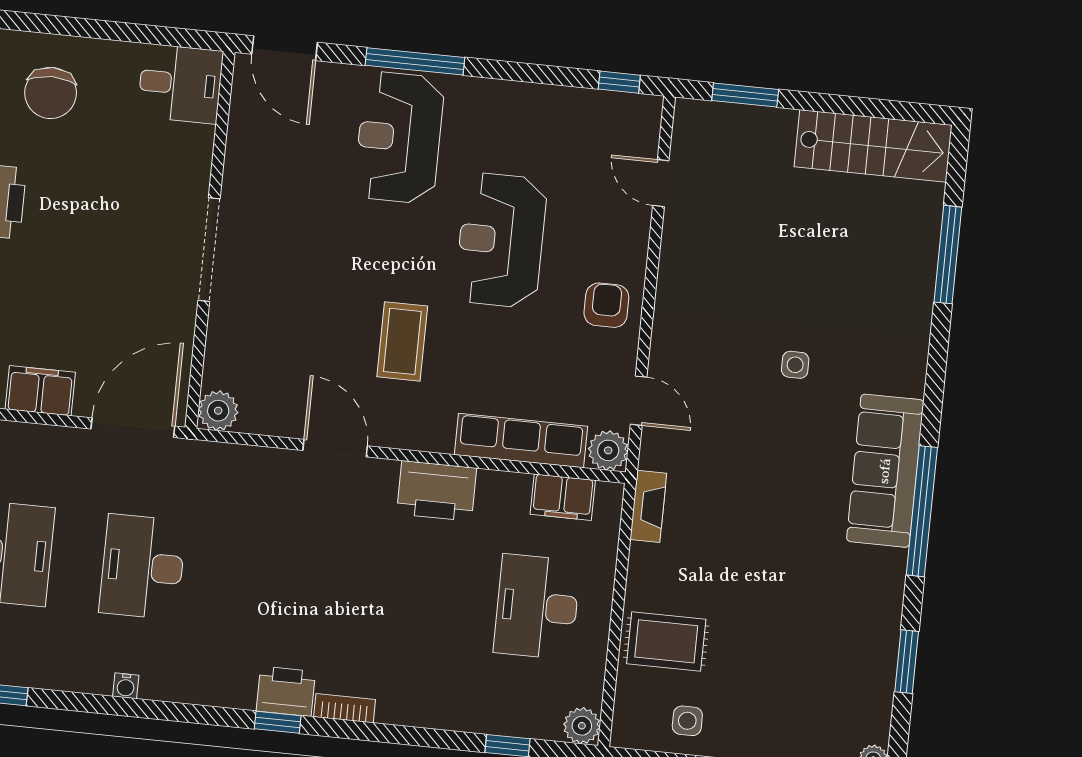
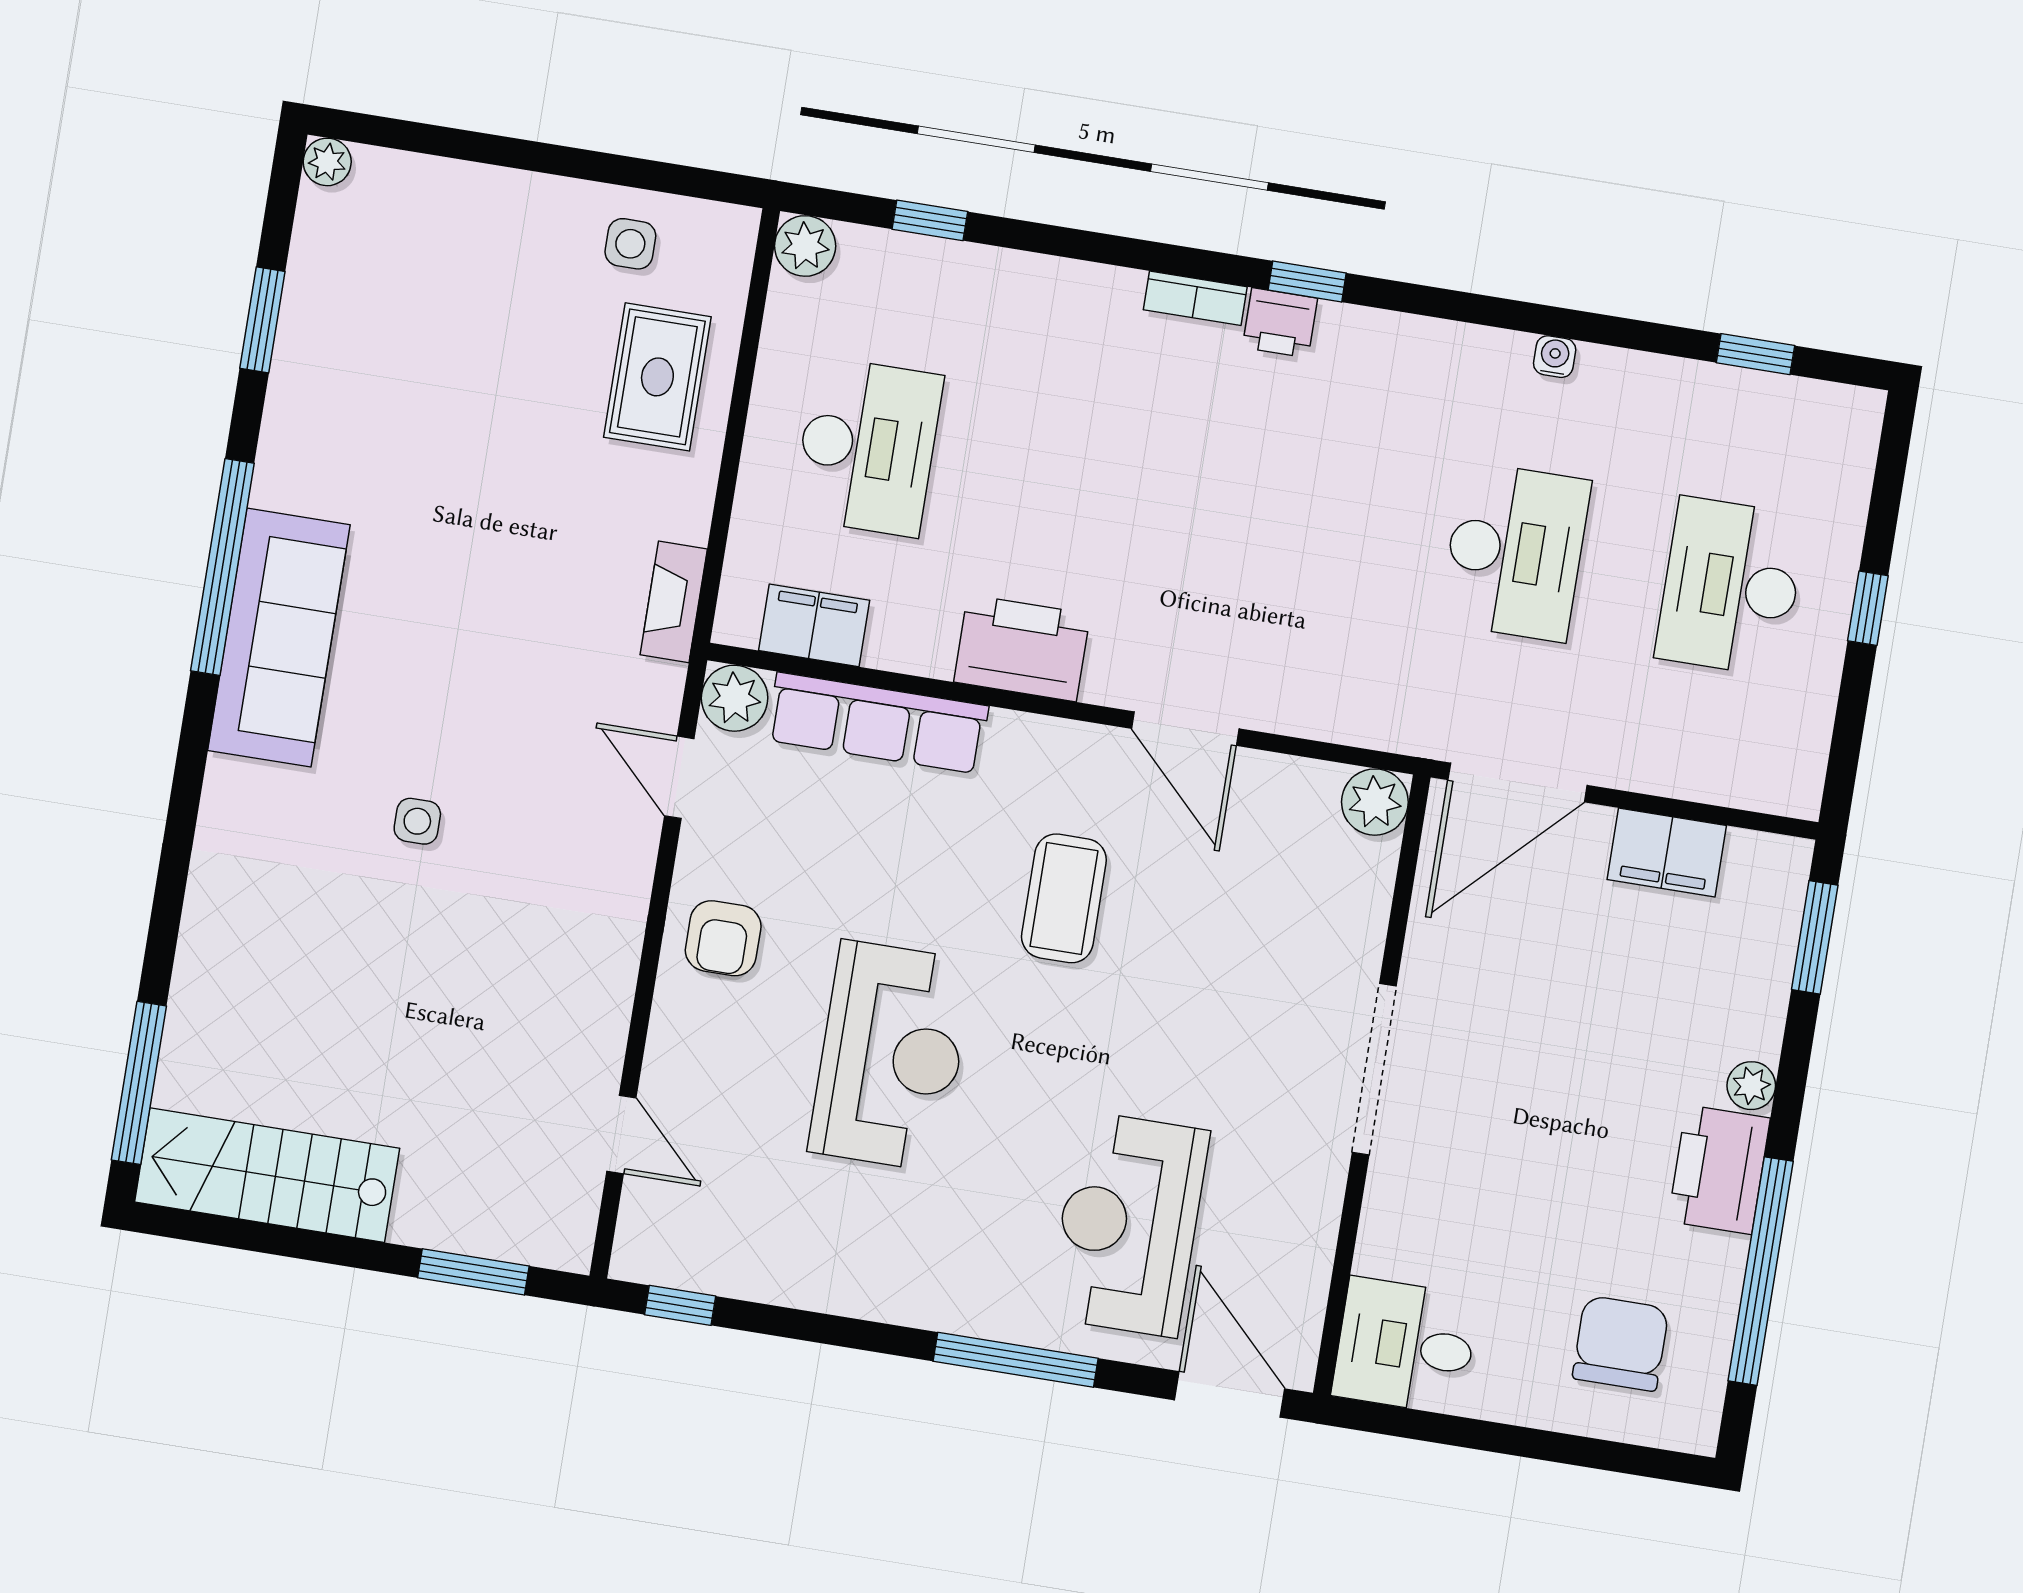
reception desk: (399, 138) -> (1128, 1224), moved, turned 180
window: (948, 255) -> (139, 1083), moved
rug: (666, 641) -> (657, 377), turned 90
printer: (286, 691) -> (1280, 323), width x0.73, depth x0.81

